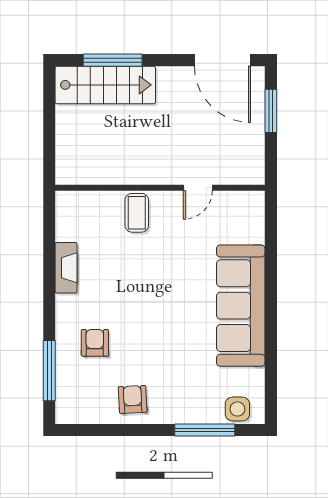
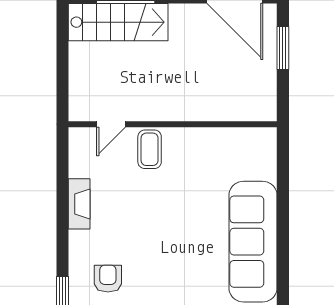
door: (198, 188) -> (111, 124), moved

